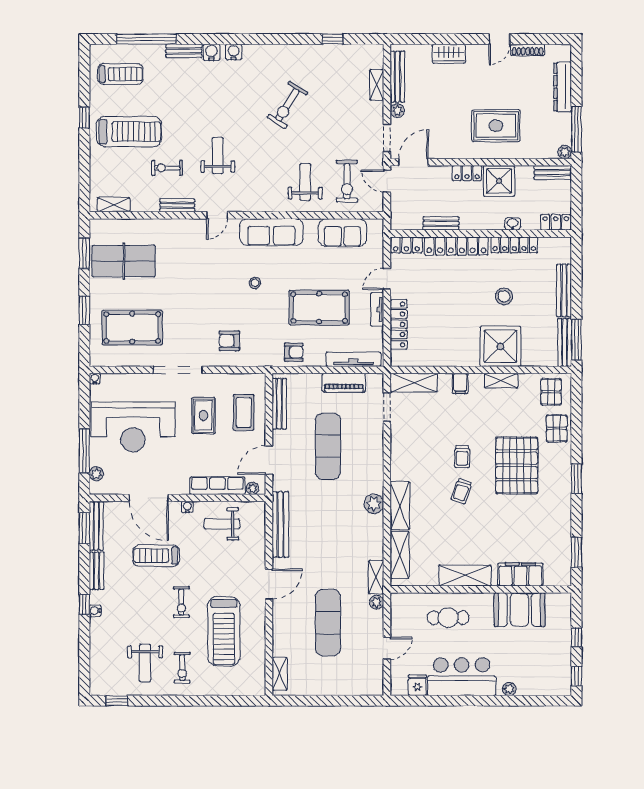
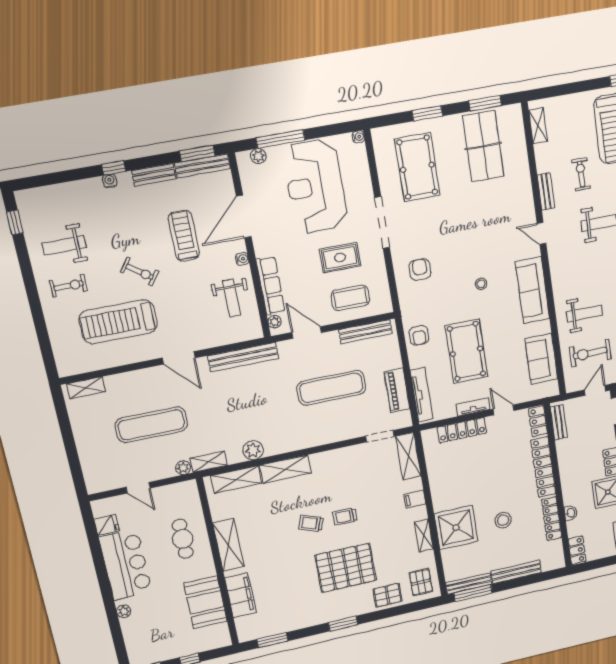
bench: (441, 223) -> (559, 422), moved
pallet: (551, 392) -> (421, 582), turned 90
plant: (374, 504) -> (253, 450), moved
weight bench: (222, 524) -> (232, 298), turned 180
exercise bike: (181, 602) -> (140, 272), turned -144
exercise bike: (182, 668) -> (69, 286), turned 180

